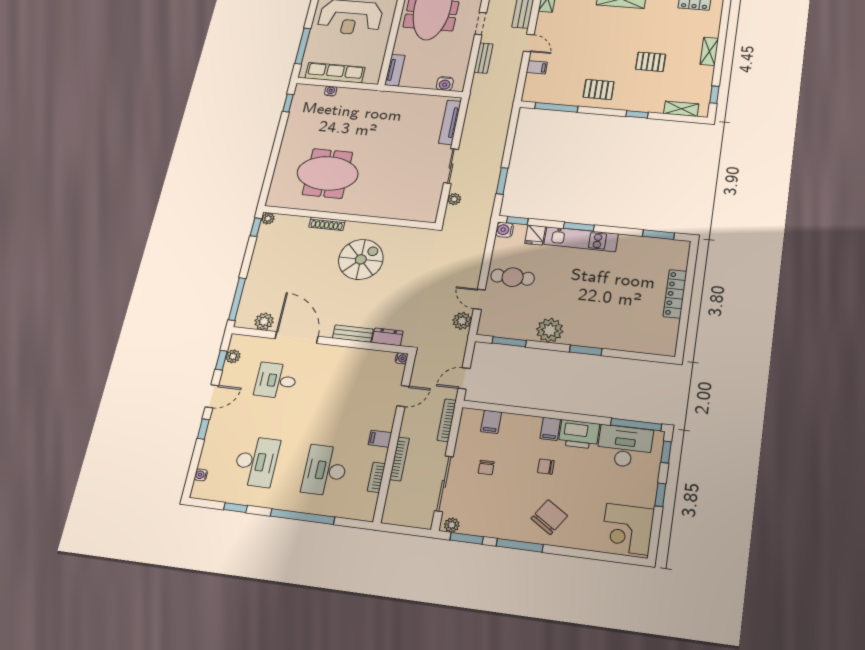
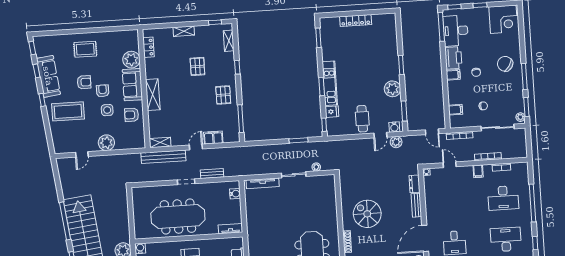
filing cabinet: (537, 67) -> (213, 138), width x2.00
water cooler: (504, 230) -> (394, 127), moved

